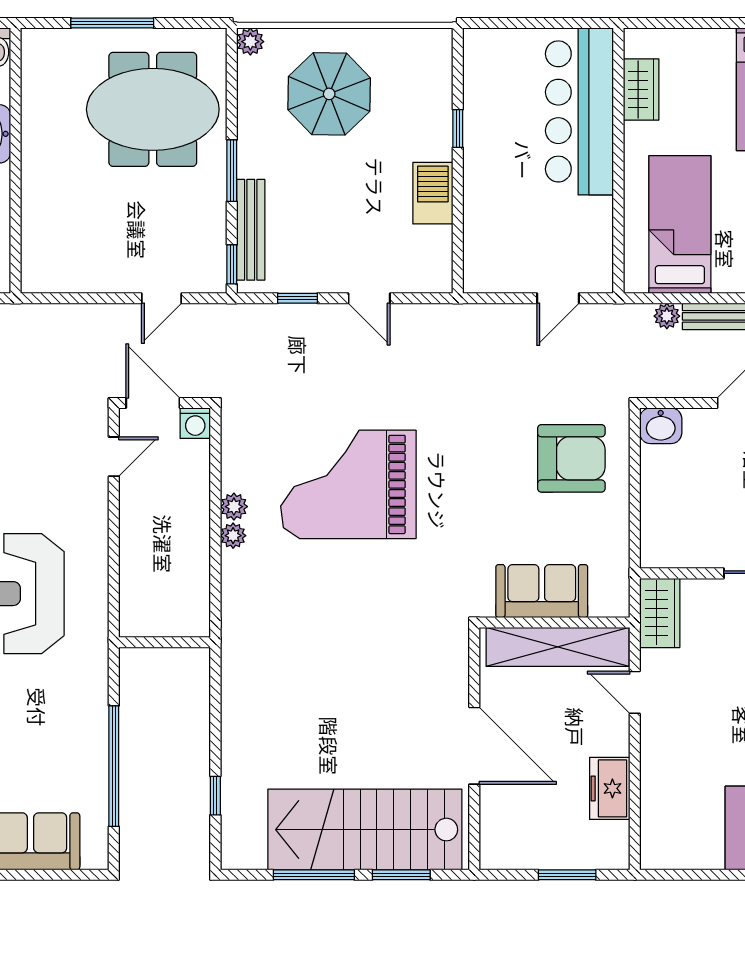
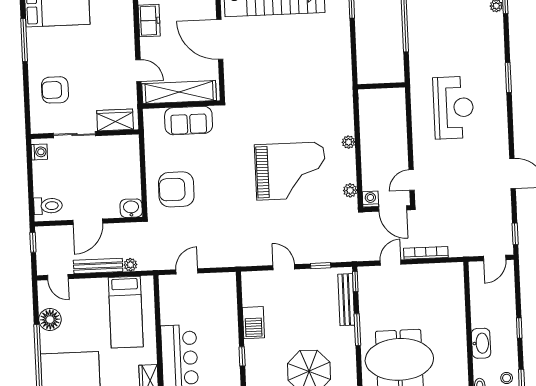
bookcase: (92, 314) -> (426, 253), added
plant: (234, 507) -> (350, 190), moved
wardrobe: (660, 613) -> (115, 120), moved, turned 90

